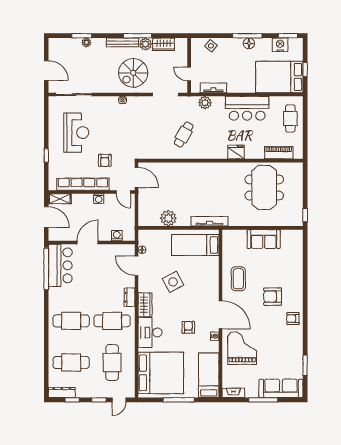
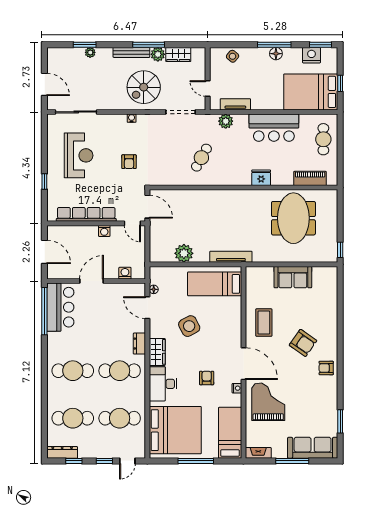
armchair: (105, 160) -> (129, 162), moved
shelving: (60, 199) -> (60, 231), removed
armchair: (273, 297) -> (303, 343), turned -145
cafe table: (112, 363) -> (120, 418), turned 90

